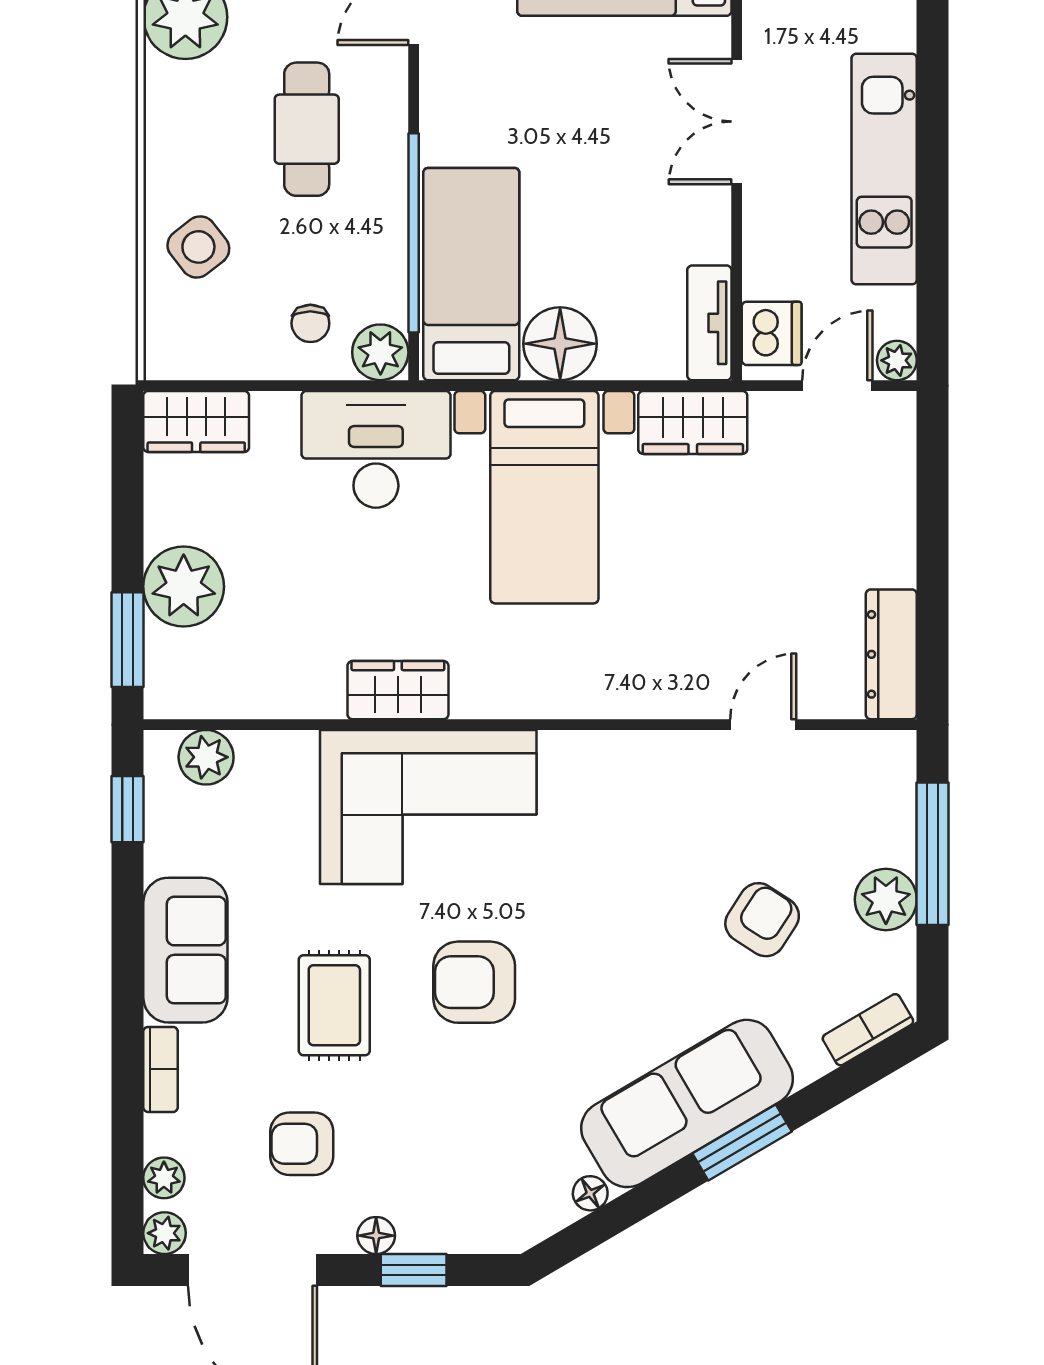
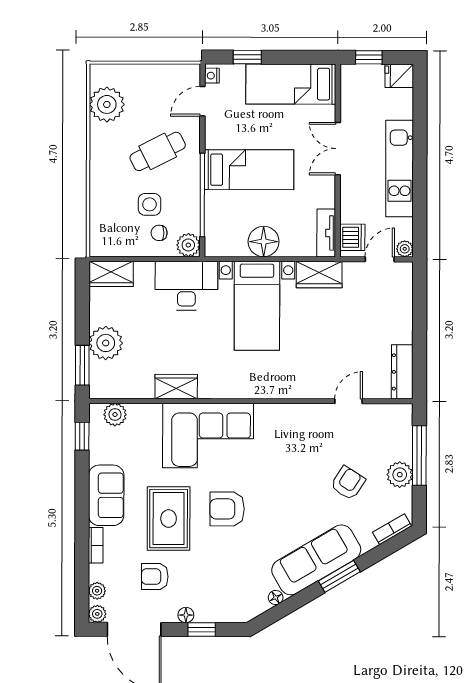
cafe table: (307, 129) -> (158, 151), turned 63
side table: (198, 247) -> (149, 204), moved, turned 38
bed: (471, 274) -> (249, 170), moved, turned 90
chair: (310, 323) -> (159, 233), turned 90
wardrobe: (398, 690) -> (176, 387), moved
rug: (334, 1005) -> (169, 519), width x1.36, depth x1.43

